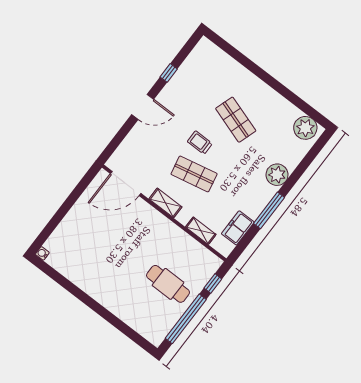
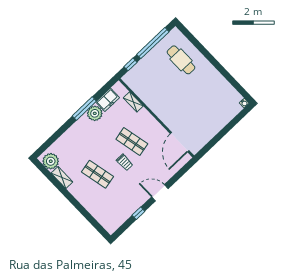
shop shelf: (236, 120) -> (98, 174), turned -30
plant: (277, 175) -> (95, 113), moved
door: (126, 183) -> (180, 142), swing flipped
shelving: (165, 203) -> (62, 178), moved
cafe table: (168, 284) -> (181, 60), moved

